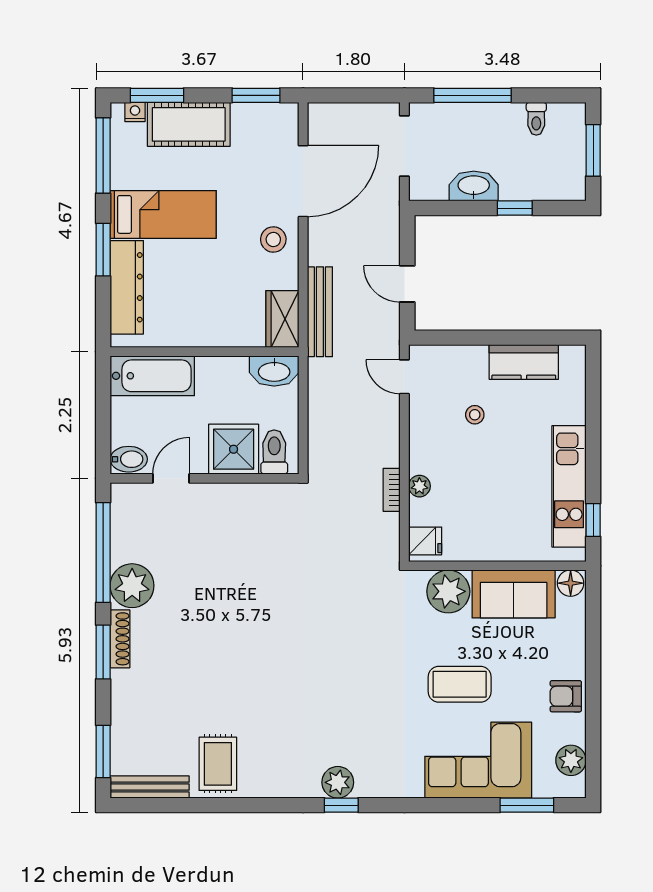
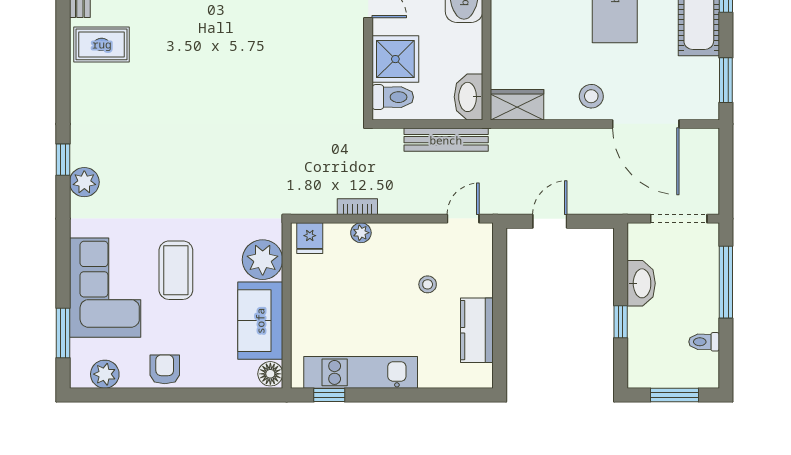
bench: (320, 312) -> (446, 140), moved
plant: (338, 782) -> (84, 182), moved

